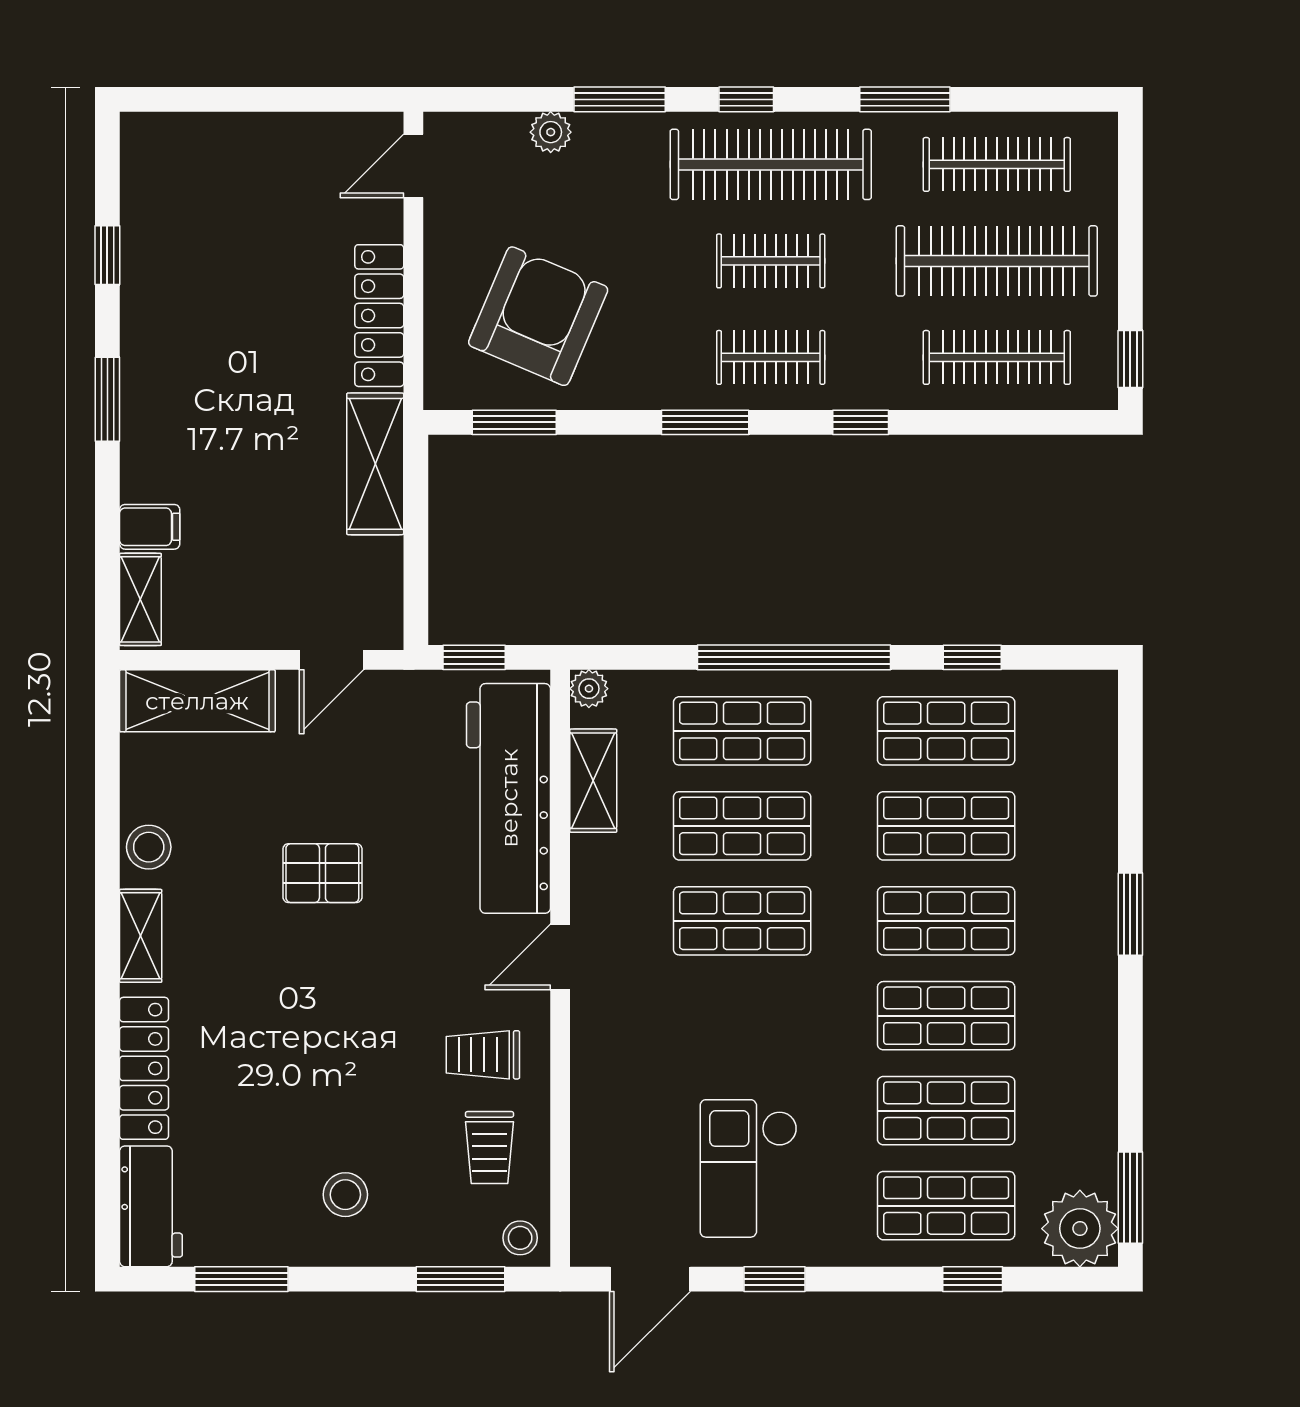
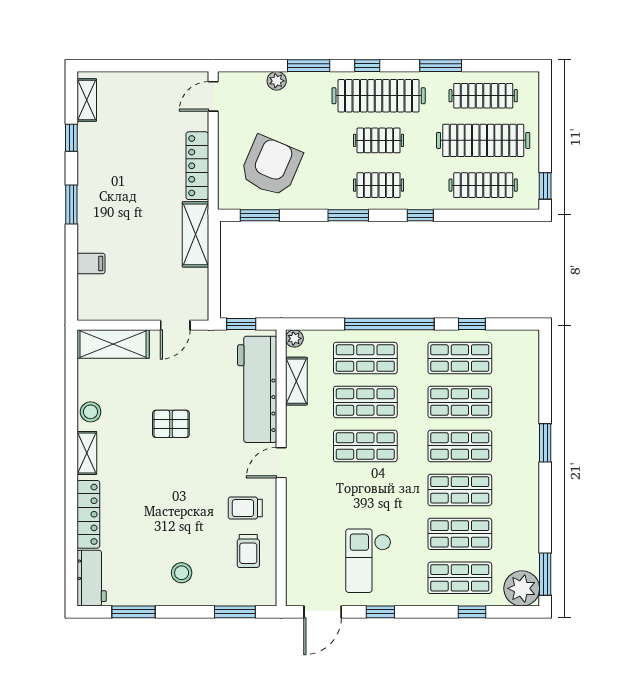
shelving: (140, 599) -> (87, 100), moved
stool: (520, 1238) -> (262, 593), removed

